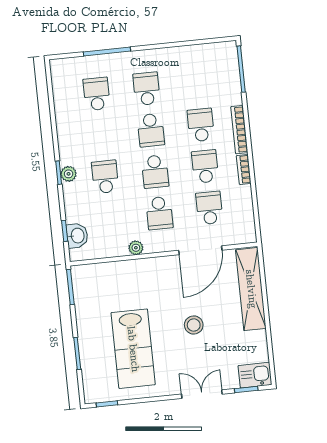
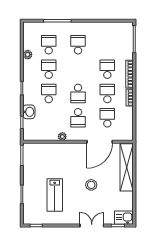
school desk: (151, 130) -> (49, 69), moved, turned 180
plant: (69, 174) -> (28, 55), moved
washbasin: (77, 236) -> (29, 112), moved
lab bench: (133, 349) -> (55, 195), width x0.73, depth x0.72

